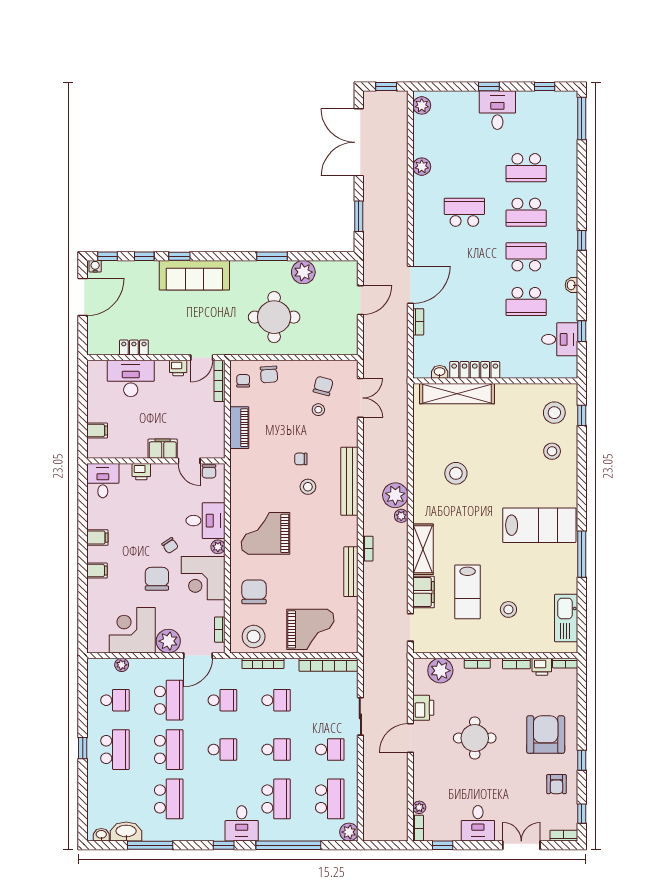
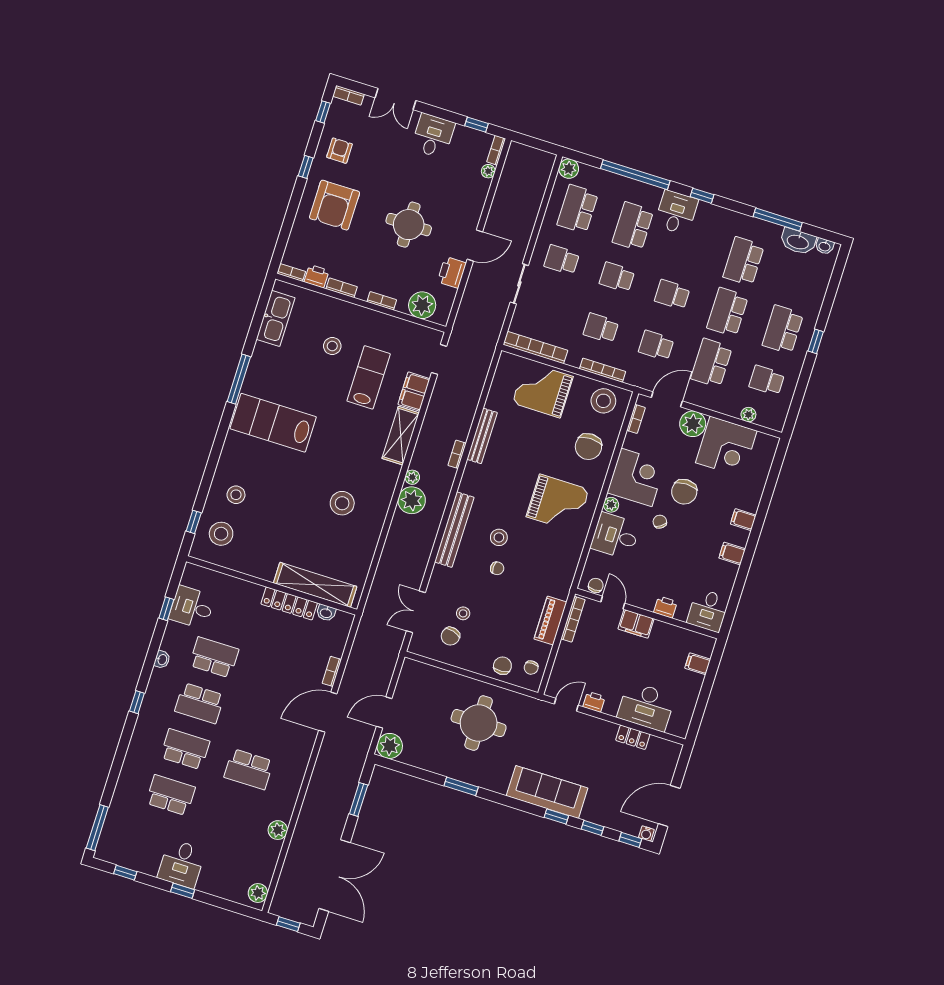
plant: (303, 272) -> (390, 746), moved
bookcase: (220, 381) -> (573, 619), moved

